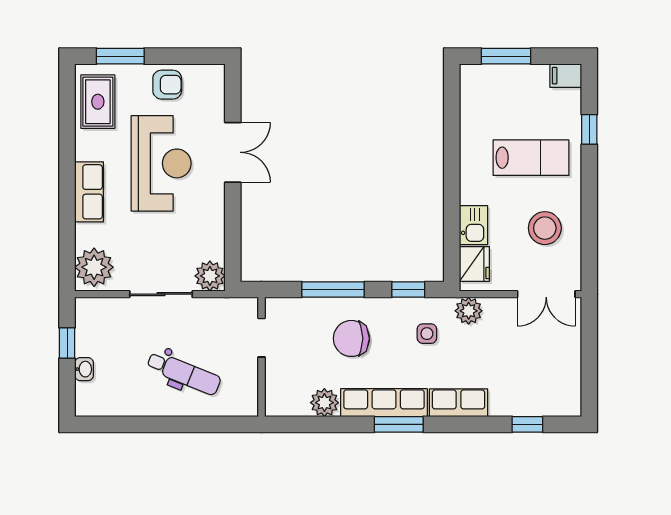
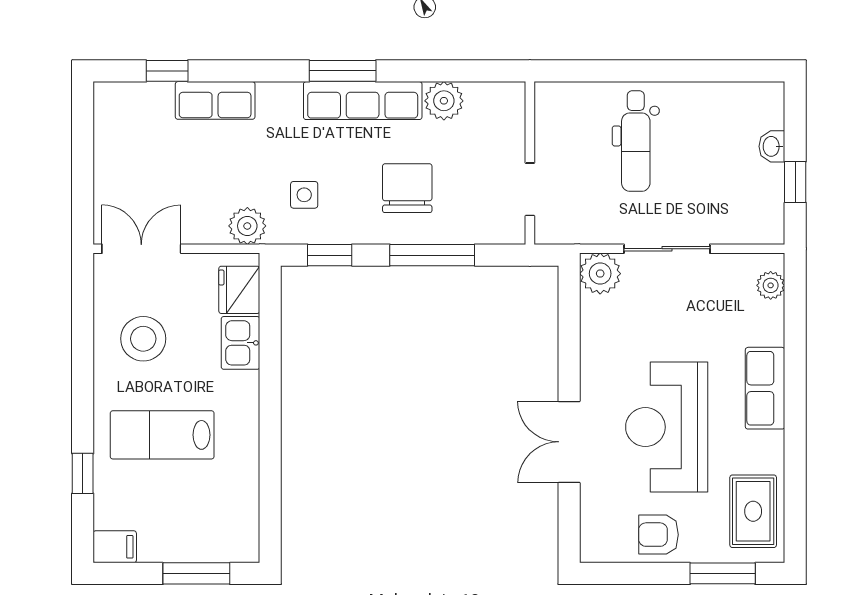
plant: (94, 267) -> (771, 285), width x0.53, depth x0.53
chair: (351, 338) -> (407, 188), turned -90
dental chair: (184, 373) -> (636, 141), turned -112
row of seats: (458, 403) -> (215, 100), moved

